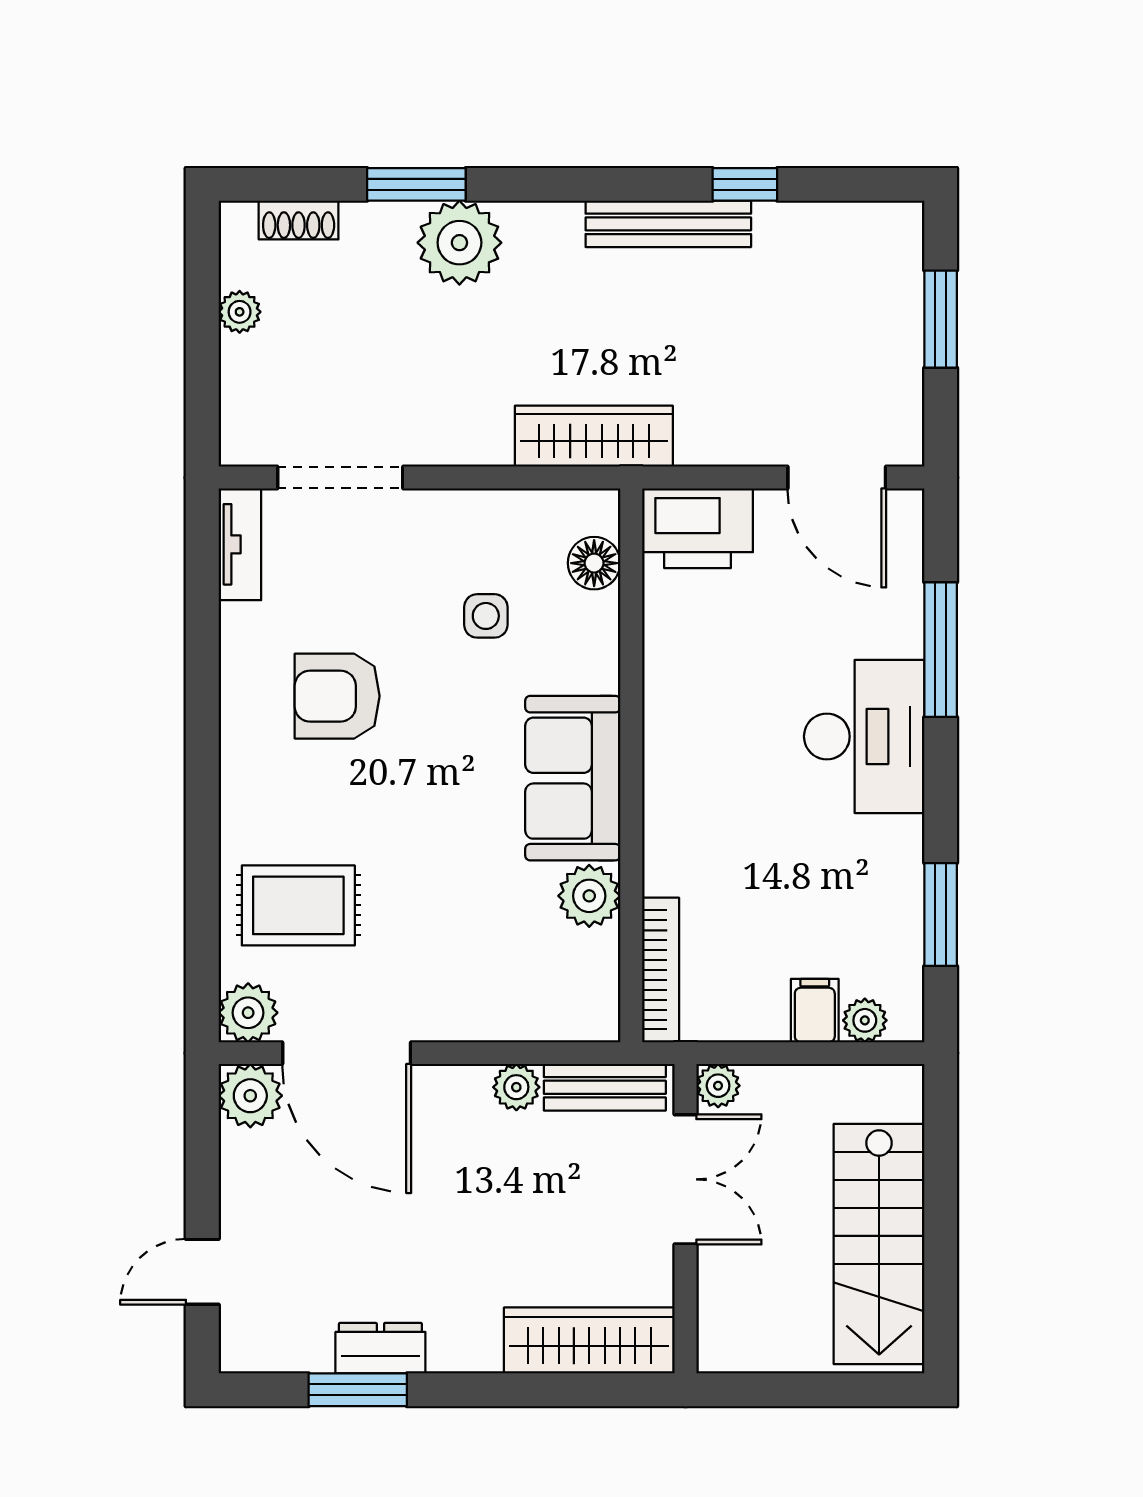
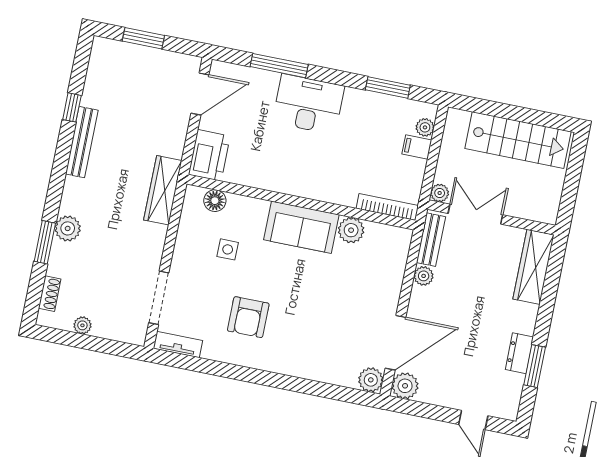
plant: (459, 243) -> (68, 228), width x0.73, depth x0.73
rug: (298, 905) -> (331, 350), removed

